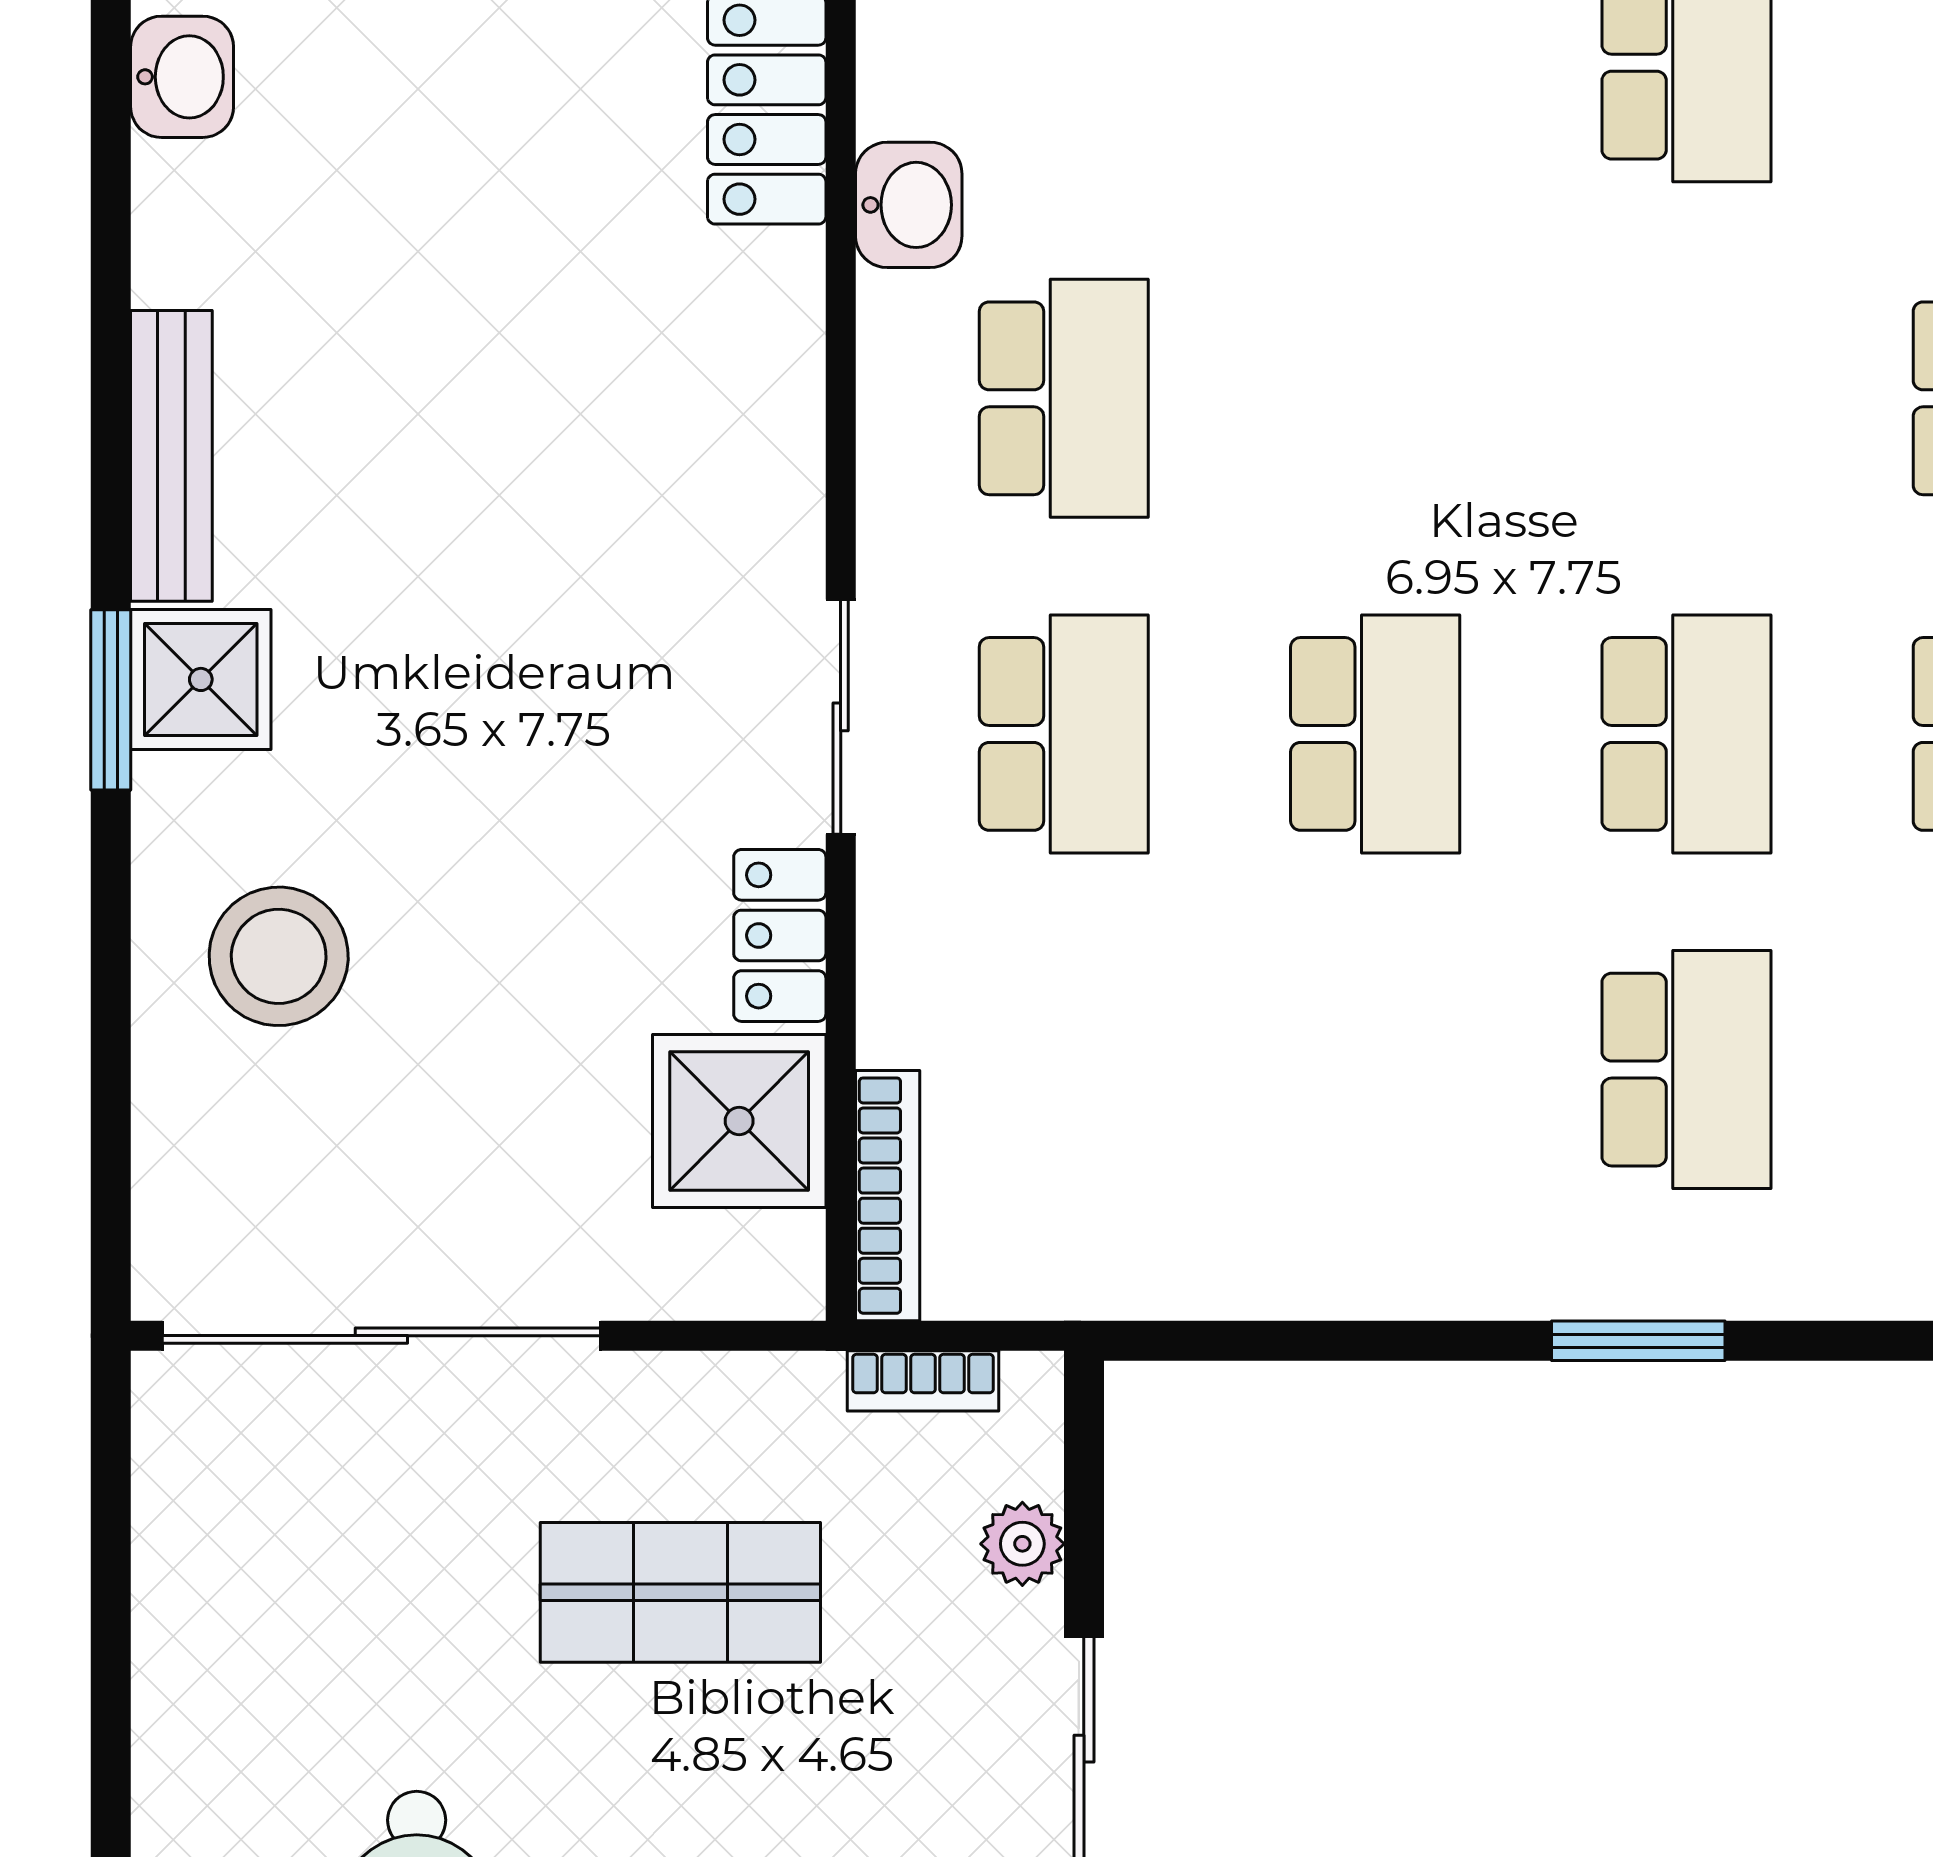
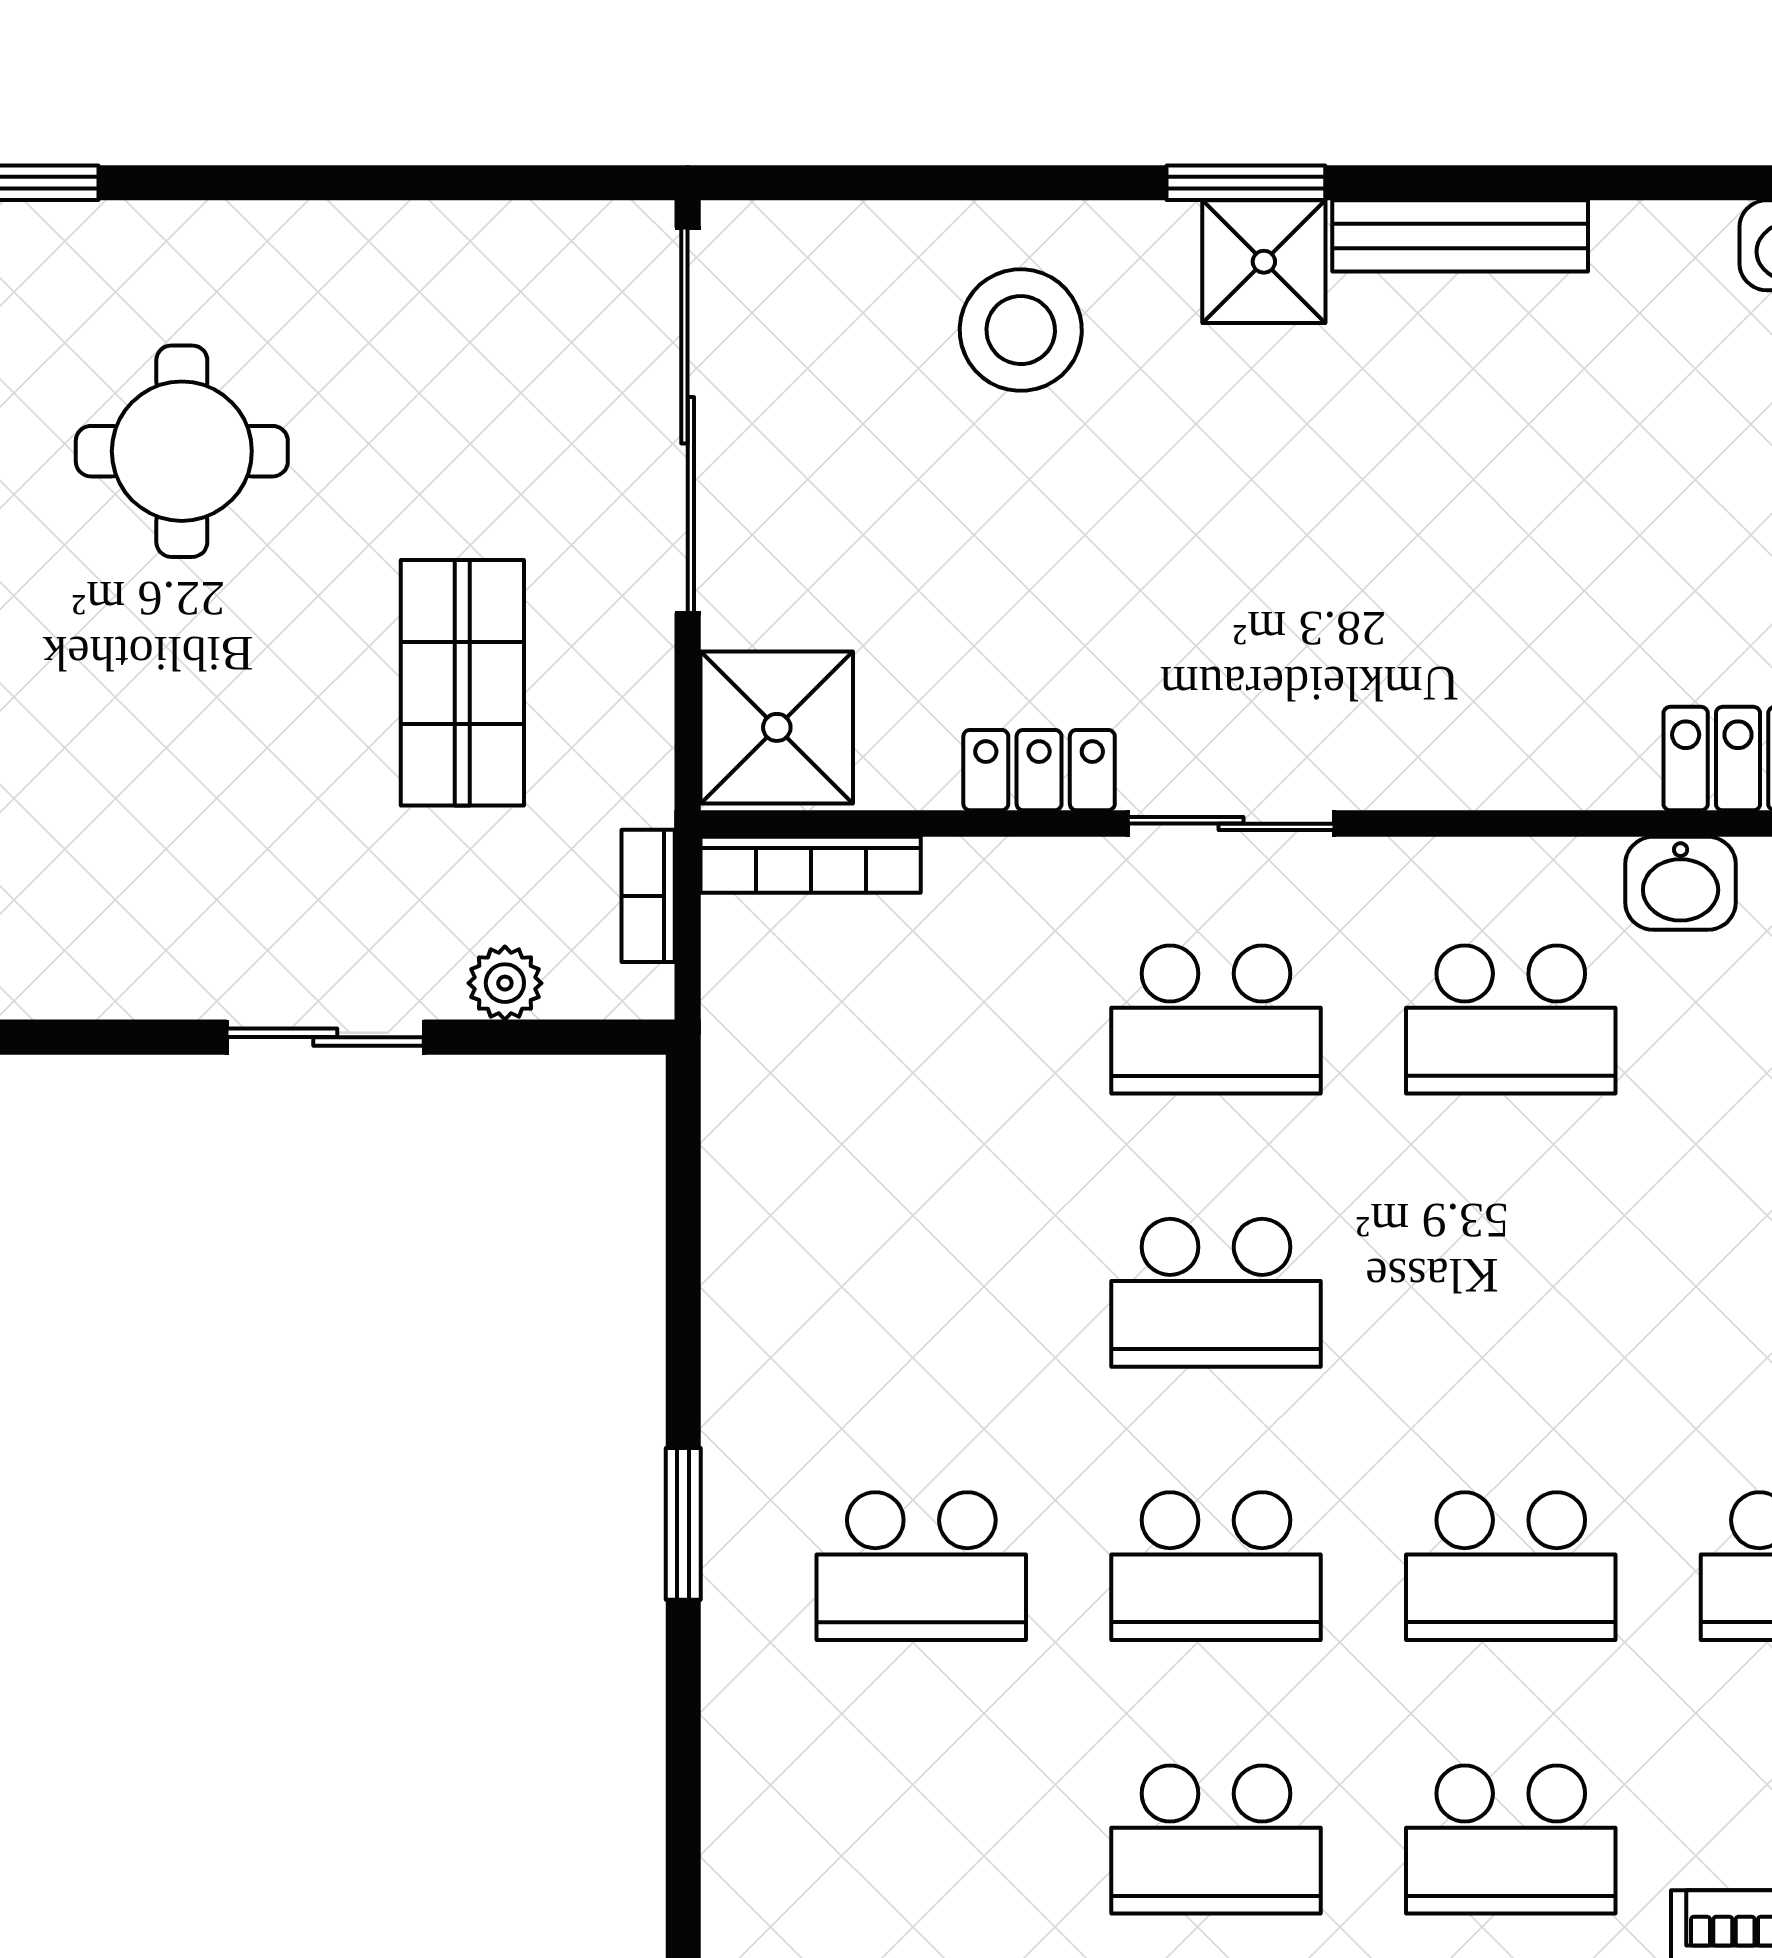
school desk: (1686, 398) -> (1511, 1566), added
shower: (739, 1121) -> (777, 727), moved

